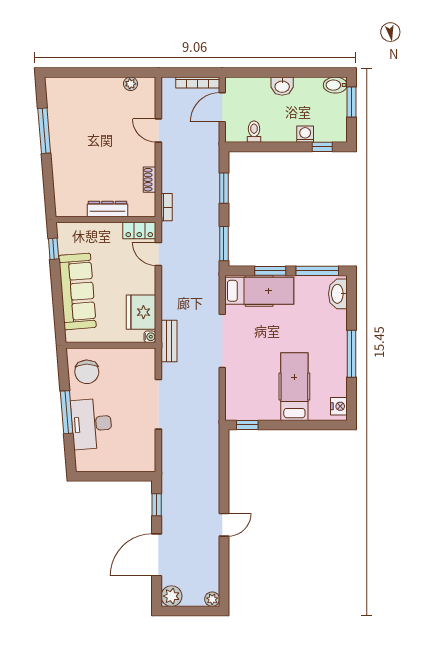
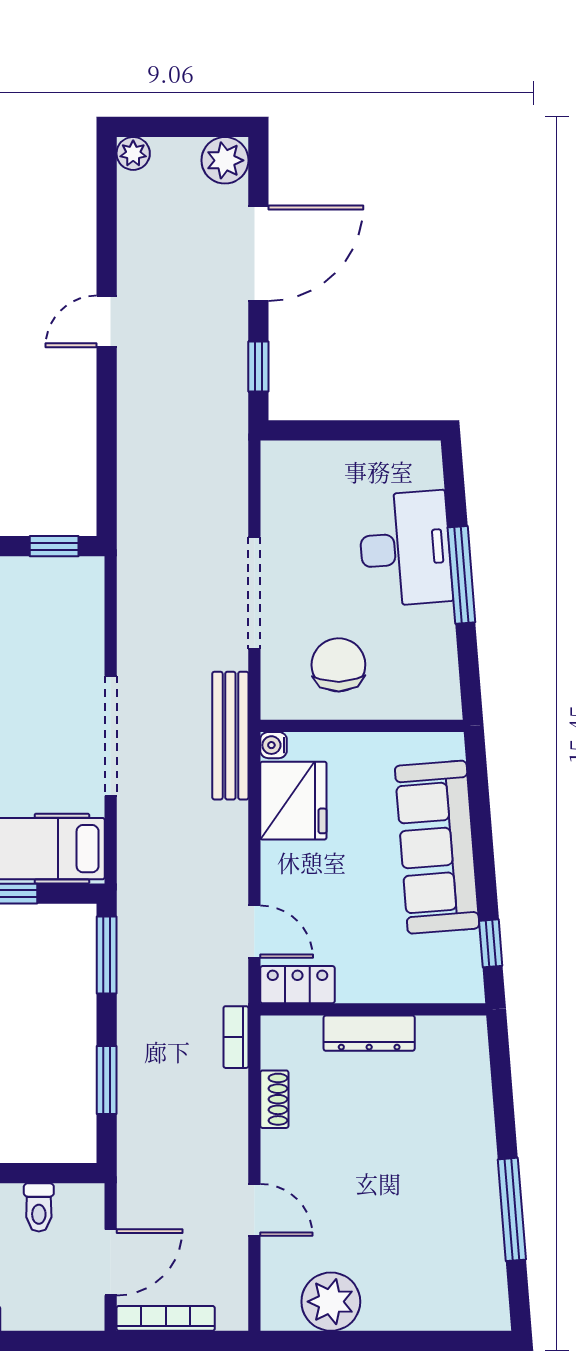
plant: (131, 84) -> (331, 1302), width x1.88, depth x1.88
bench: (169, 341) -> (230, 736), width x1.36
chair: (87, 372) -> (338, 665), moved

